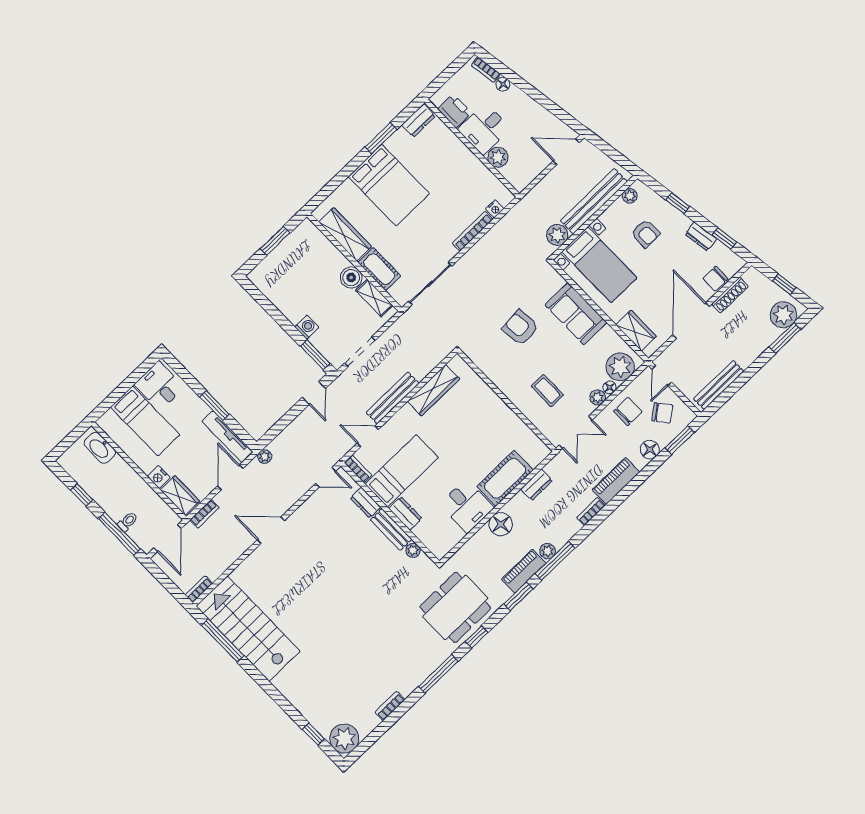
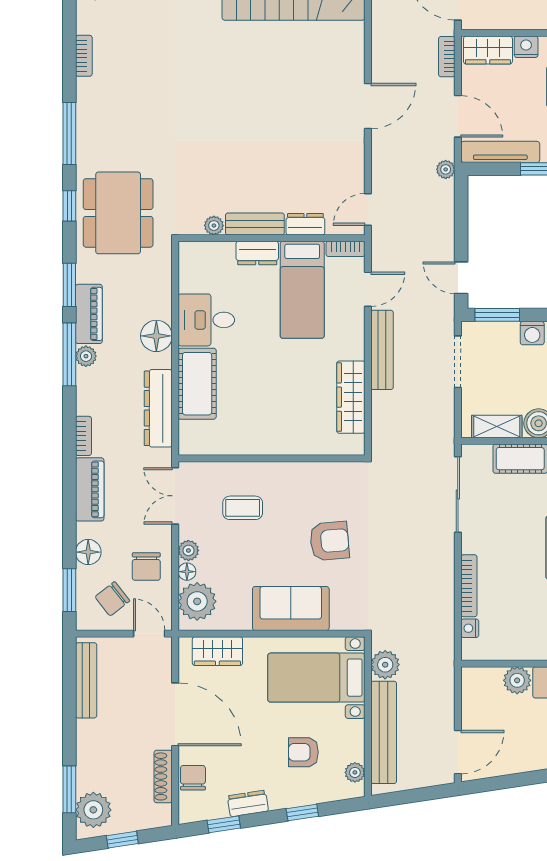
dresser: (537, 485) -> (158, 408), width x1.96, depth x1.24

